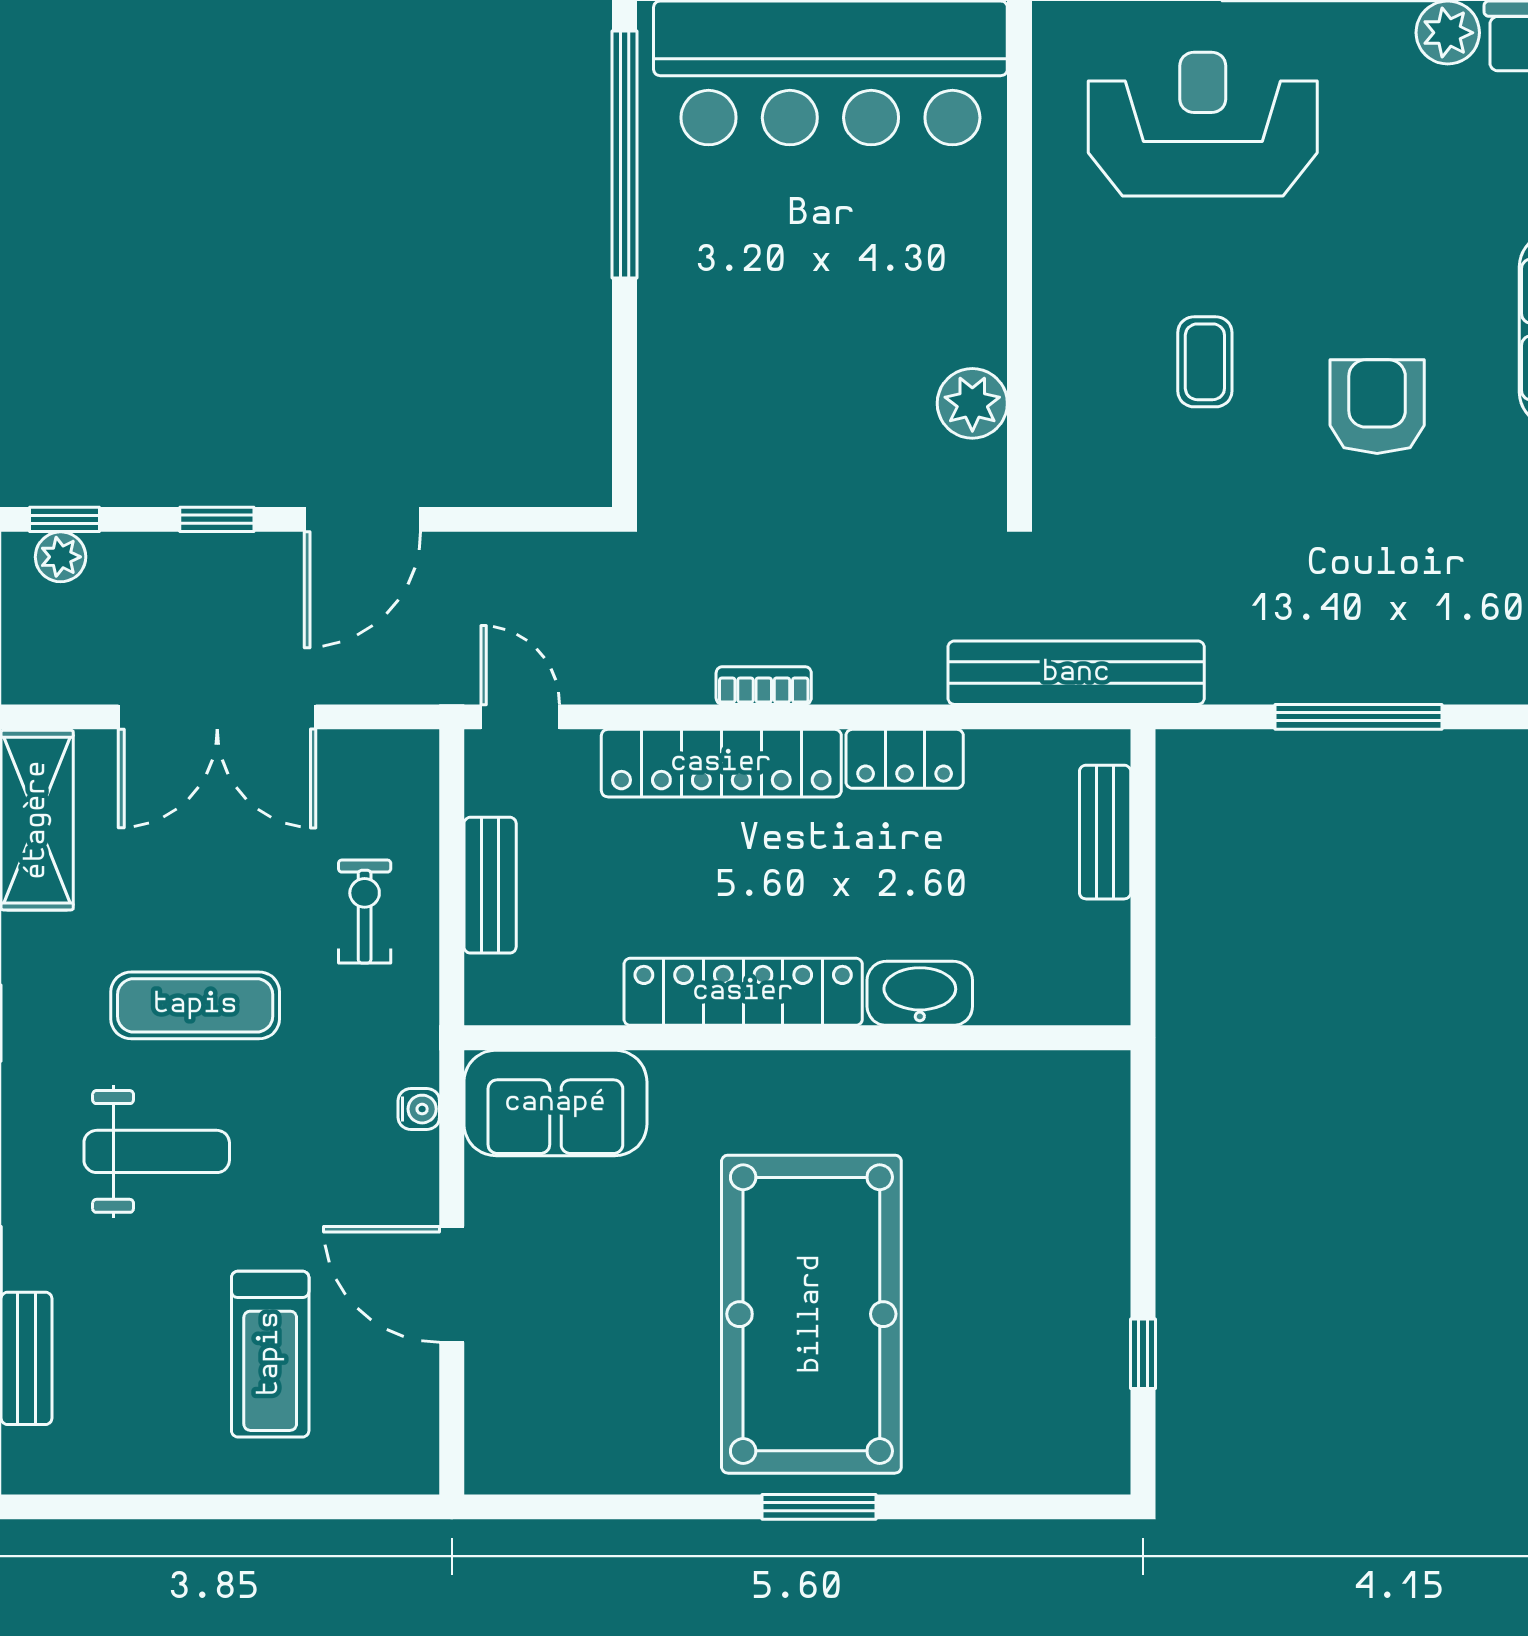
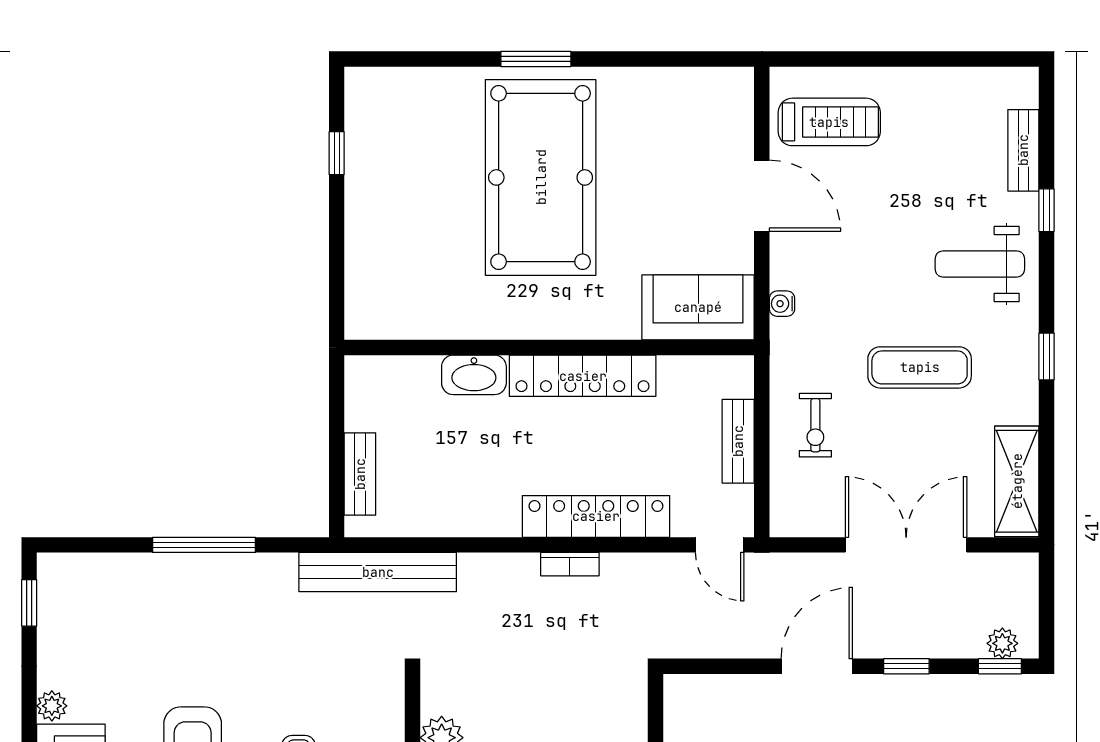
locker: (905, 759) -> (483, 519), removed
weight bench: (157, 1151) -> (980, 264), moved
treadmill: (270, 1354) -> (829, 122), moved, turned 90

